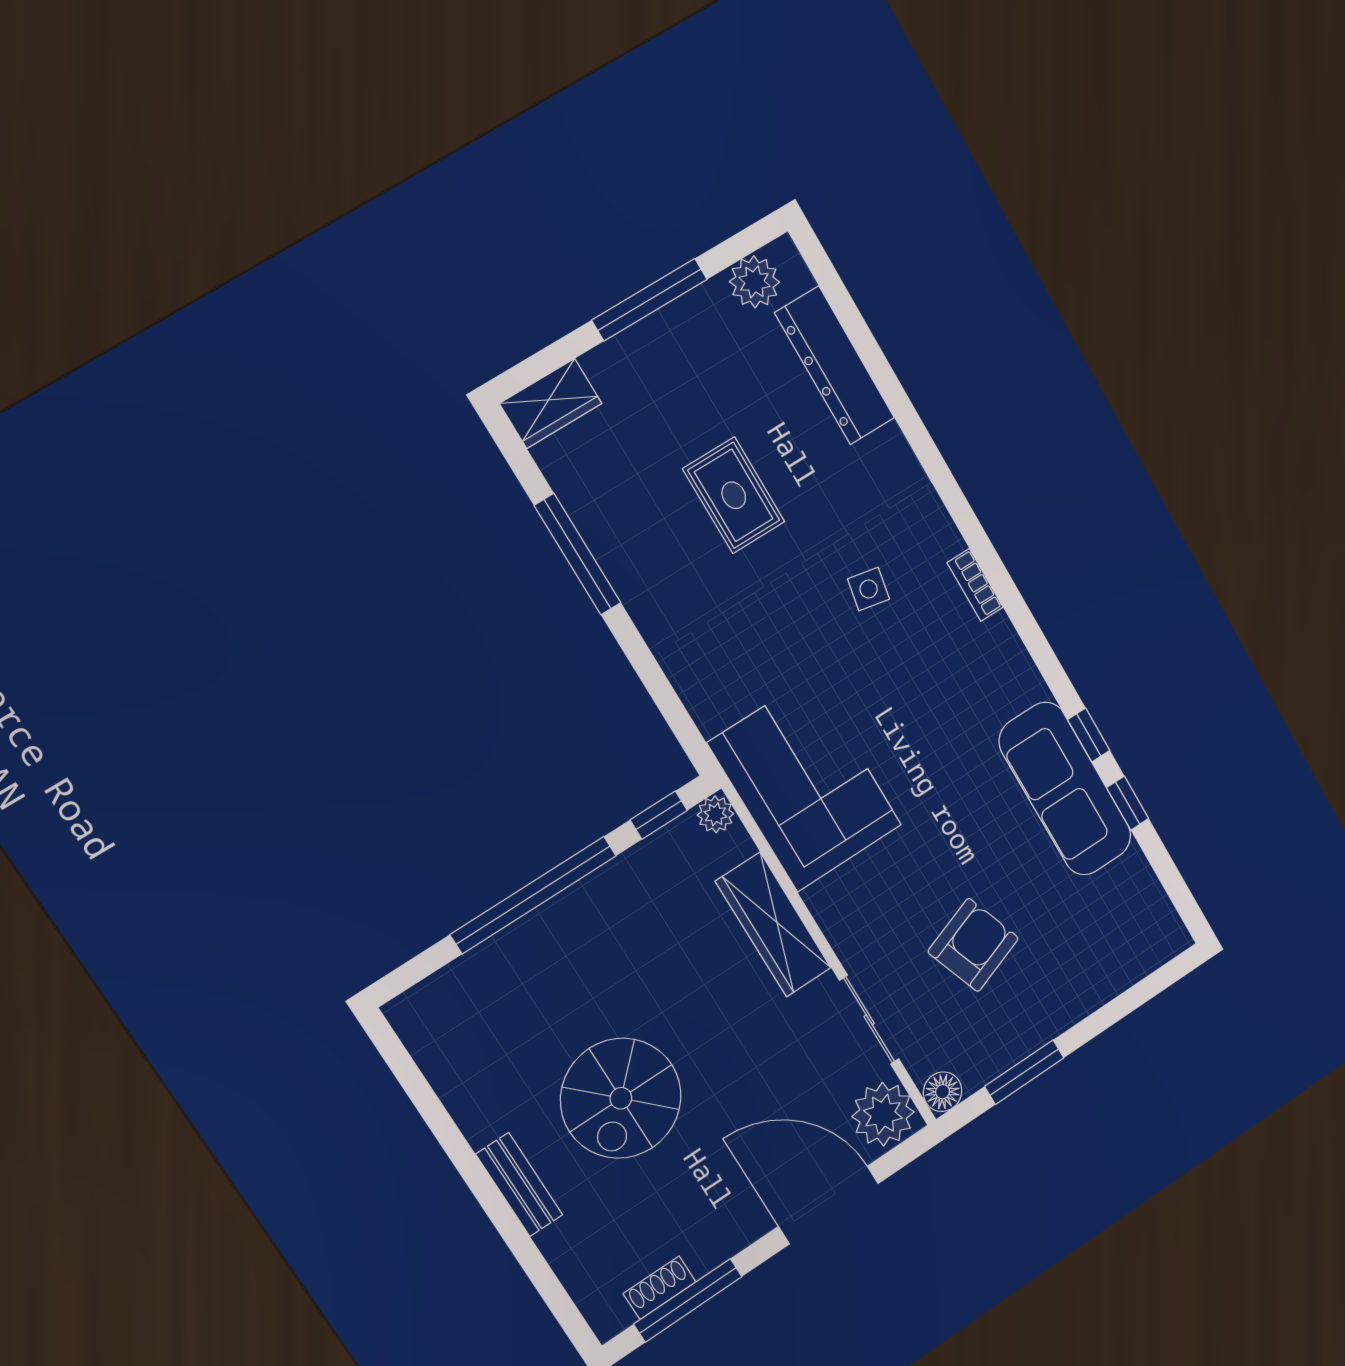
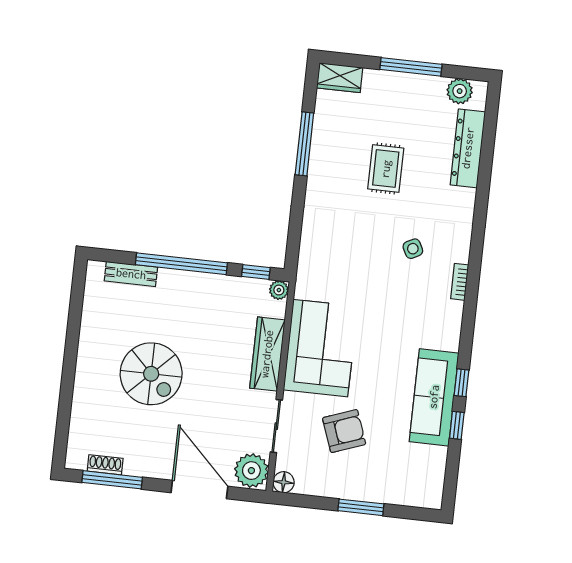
side table: (869, 589) -> (413, 249), turned -38
corner sofa: (805, 784) -> (320, 348), moved
window: (1024, 1072) -> (361, 507), moved
spiral stairs: (621, 1098) -> (151, 374), turned -90
bench: (519, 1185) -> (131, 274), moved, turned 90

